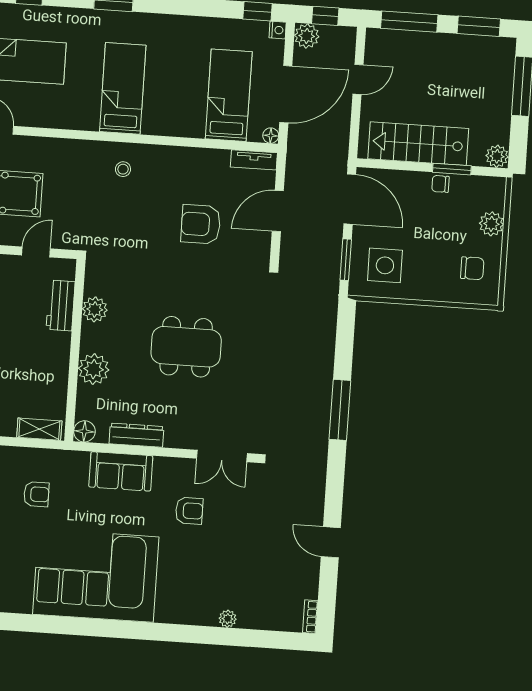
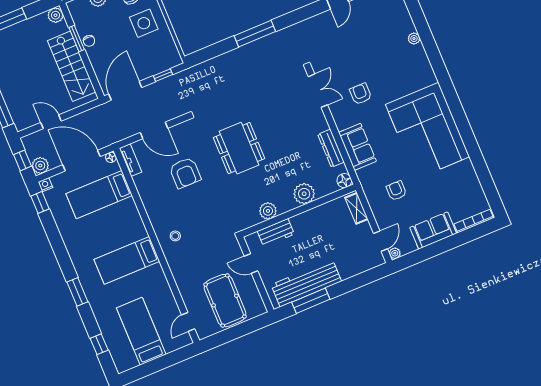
window: (346, 260) -> (163, 75), width x0.67
side table: (385, 265) -> (144, 23), moved
dining table: (186, 347) -> (239, 148), moved

